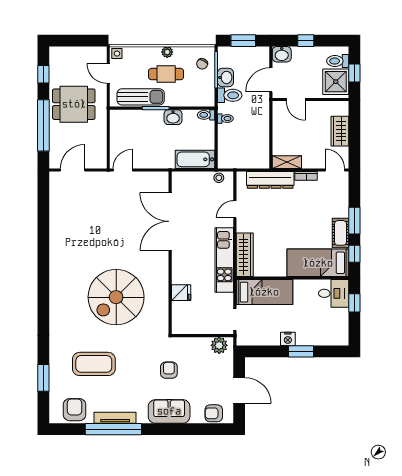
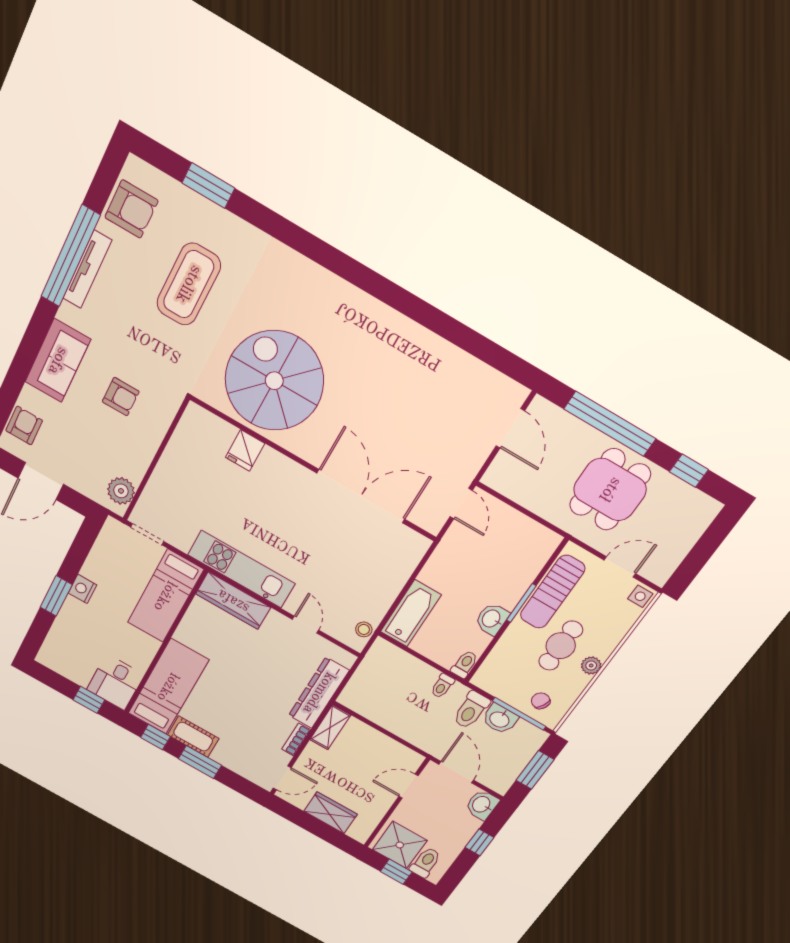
double door: (170, 221) -> (361, 496), moved
wall: (170, 253) -> (314, 469), moved
fridge: (181, 293) -> (245, 450), moved

